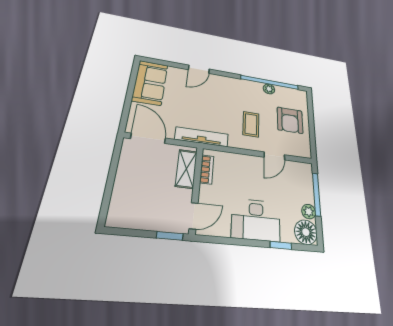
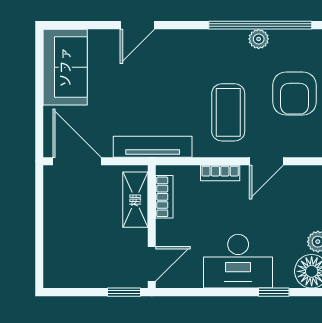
coffee table: (251, 124) -> (228, 112), width x1.36, depth x1.30
bookcase: (245, 159) -> (220, 173), added

